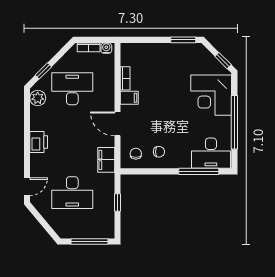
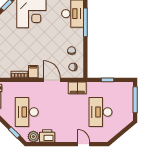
door: (118, 124) -> (52, 80), swing flipped
printer: (39, 142) -> (47, 136), moved
door: (27, 187) -> (84, 144), moved
desk: (72, 193) -> (101, 112), turned 180

